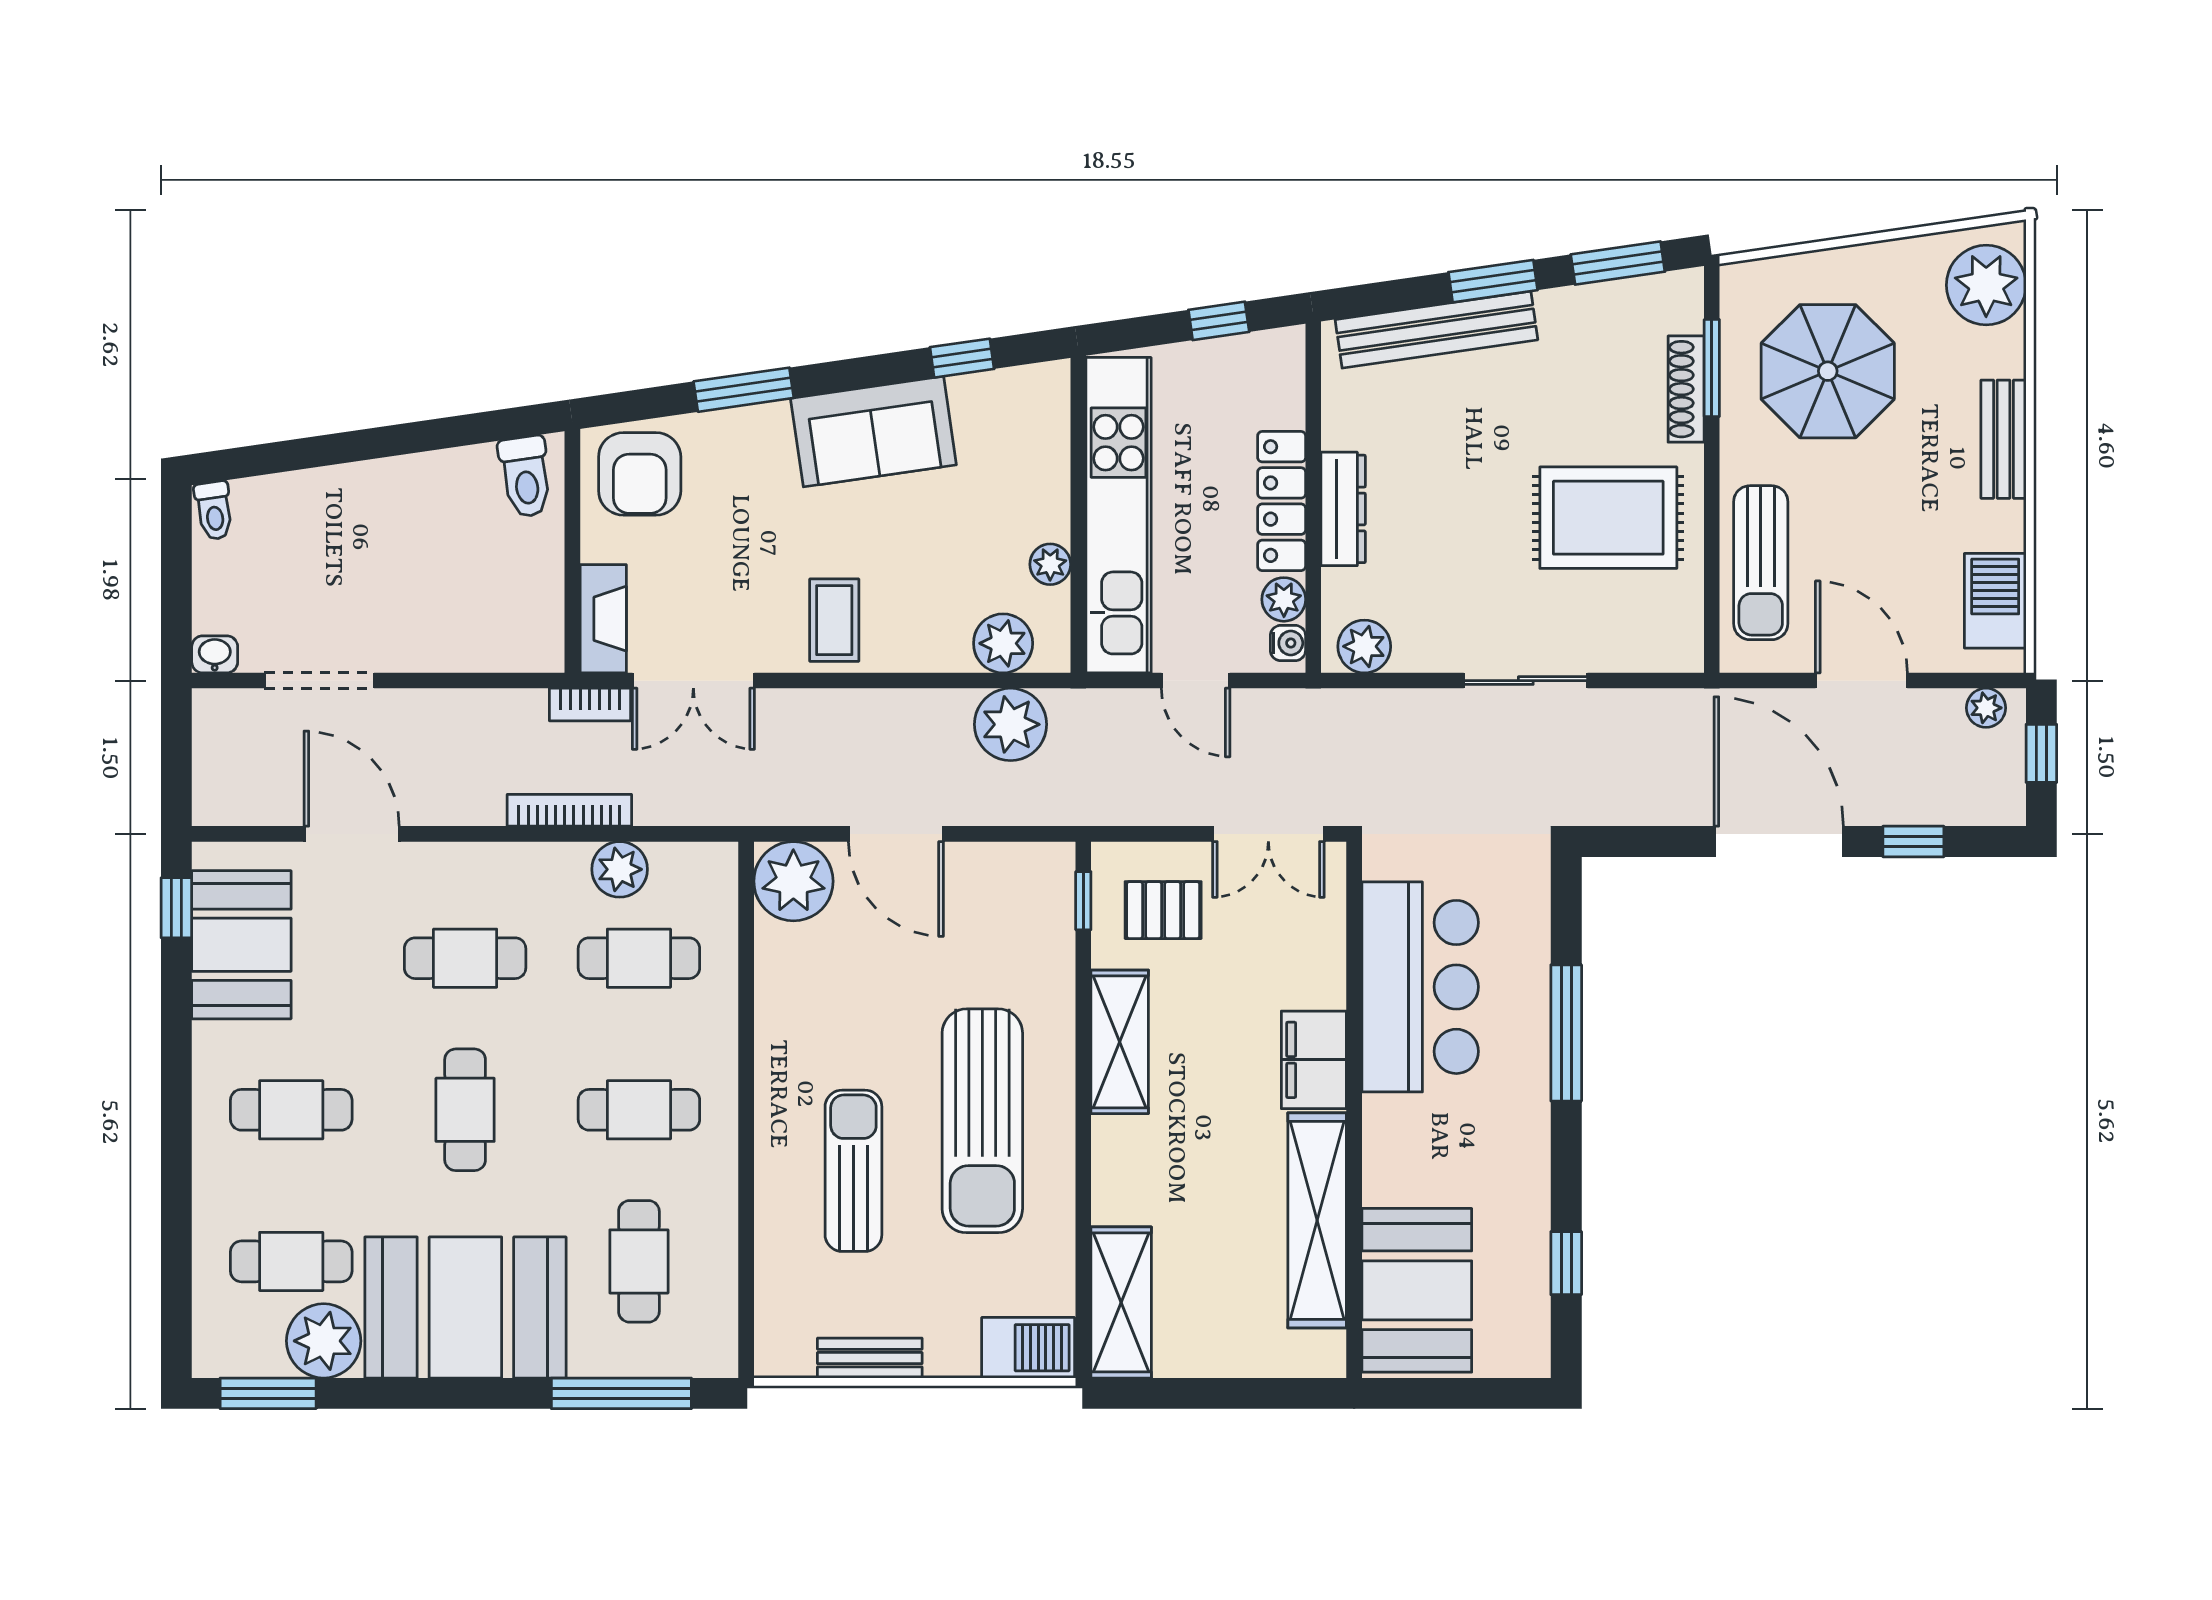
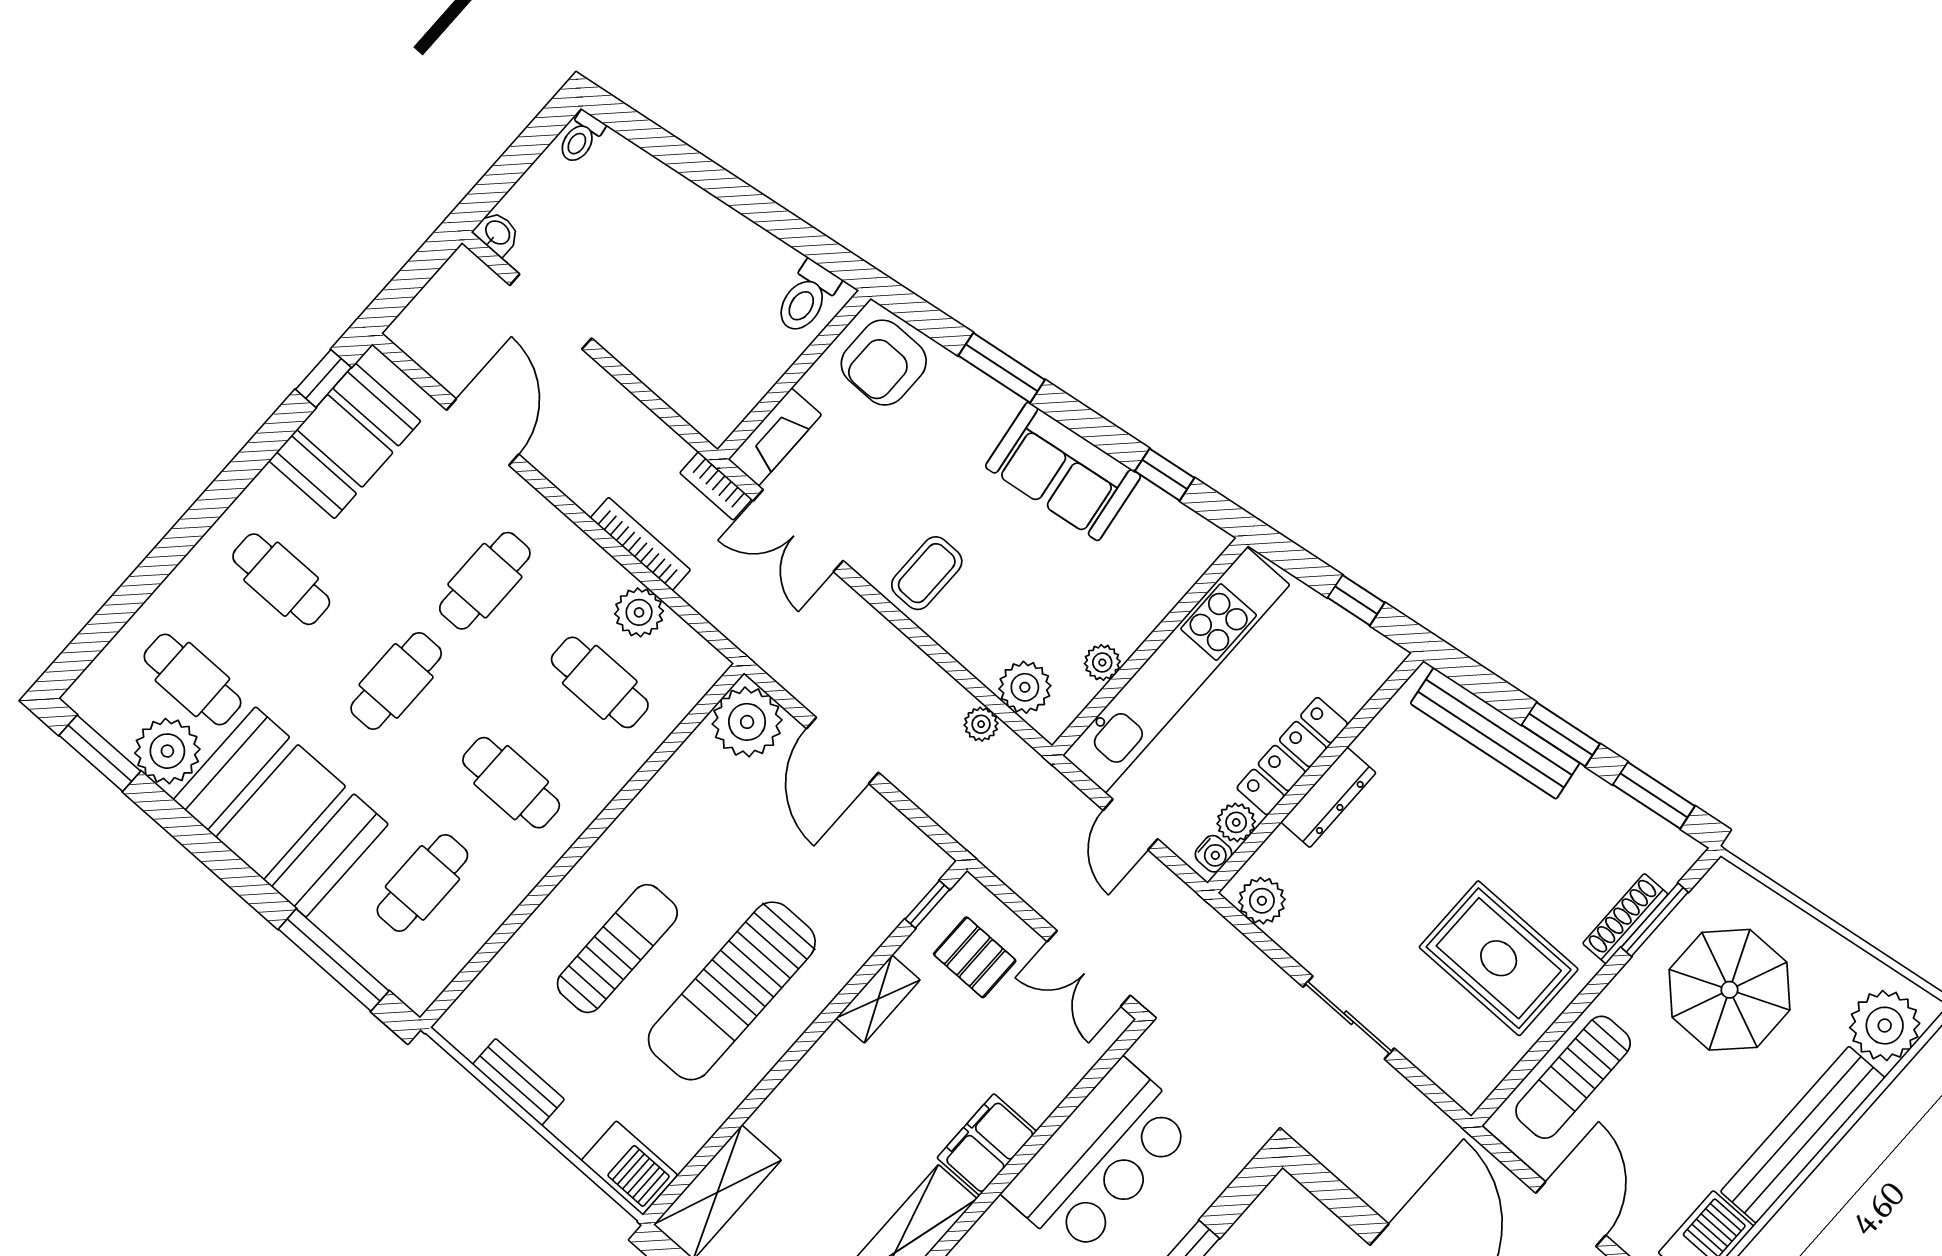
bench: (2003, 439) -> (1803, 1135), width x1.86, depth x1.21
plant: (1011, 724) -> (981, 724), width x0.53, depth x0.53
cafe table: (465, 958) -> (485, 581), turned 90
shelving: (1120, 1042) -> (878, 999), width x0.67, depth x0.75

